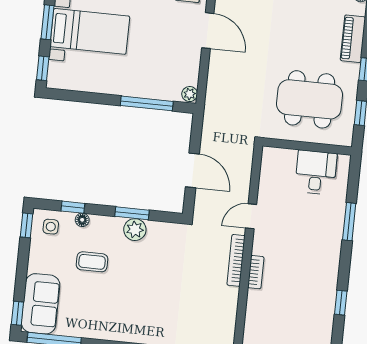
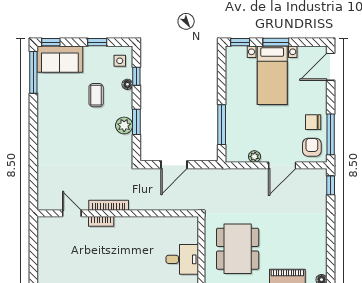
plant: (190, 94) -> (254, 157), moved
door: (251, 216) -> (72, 213), moved
window: (27, 225) -> (97, 42), moved

